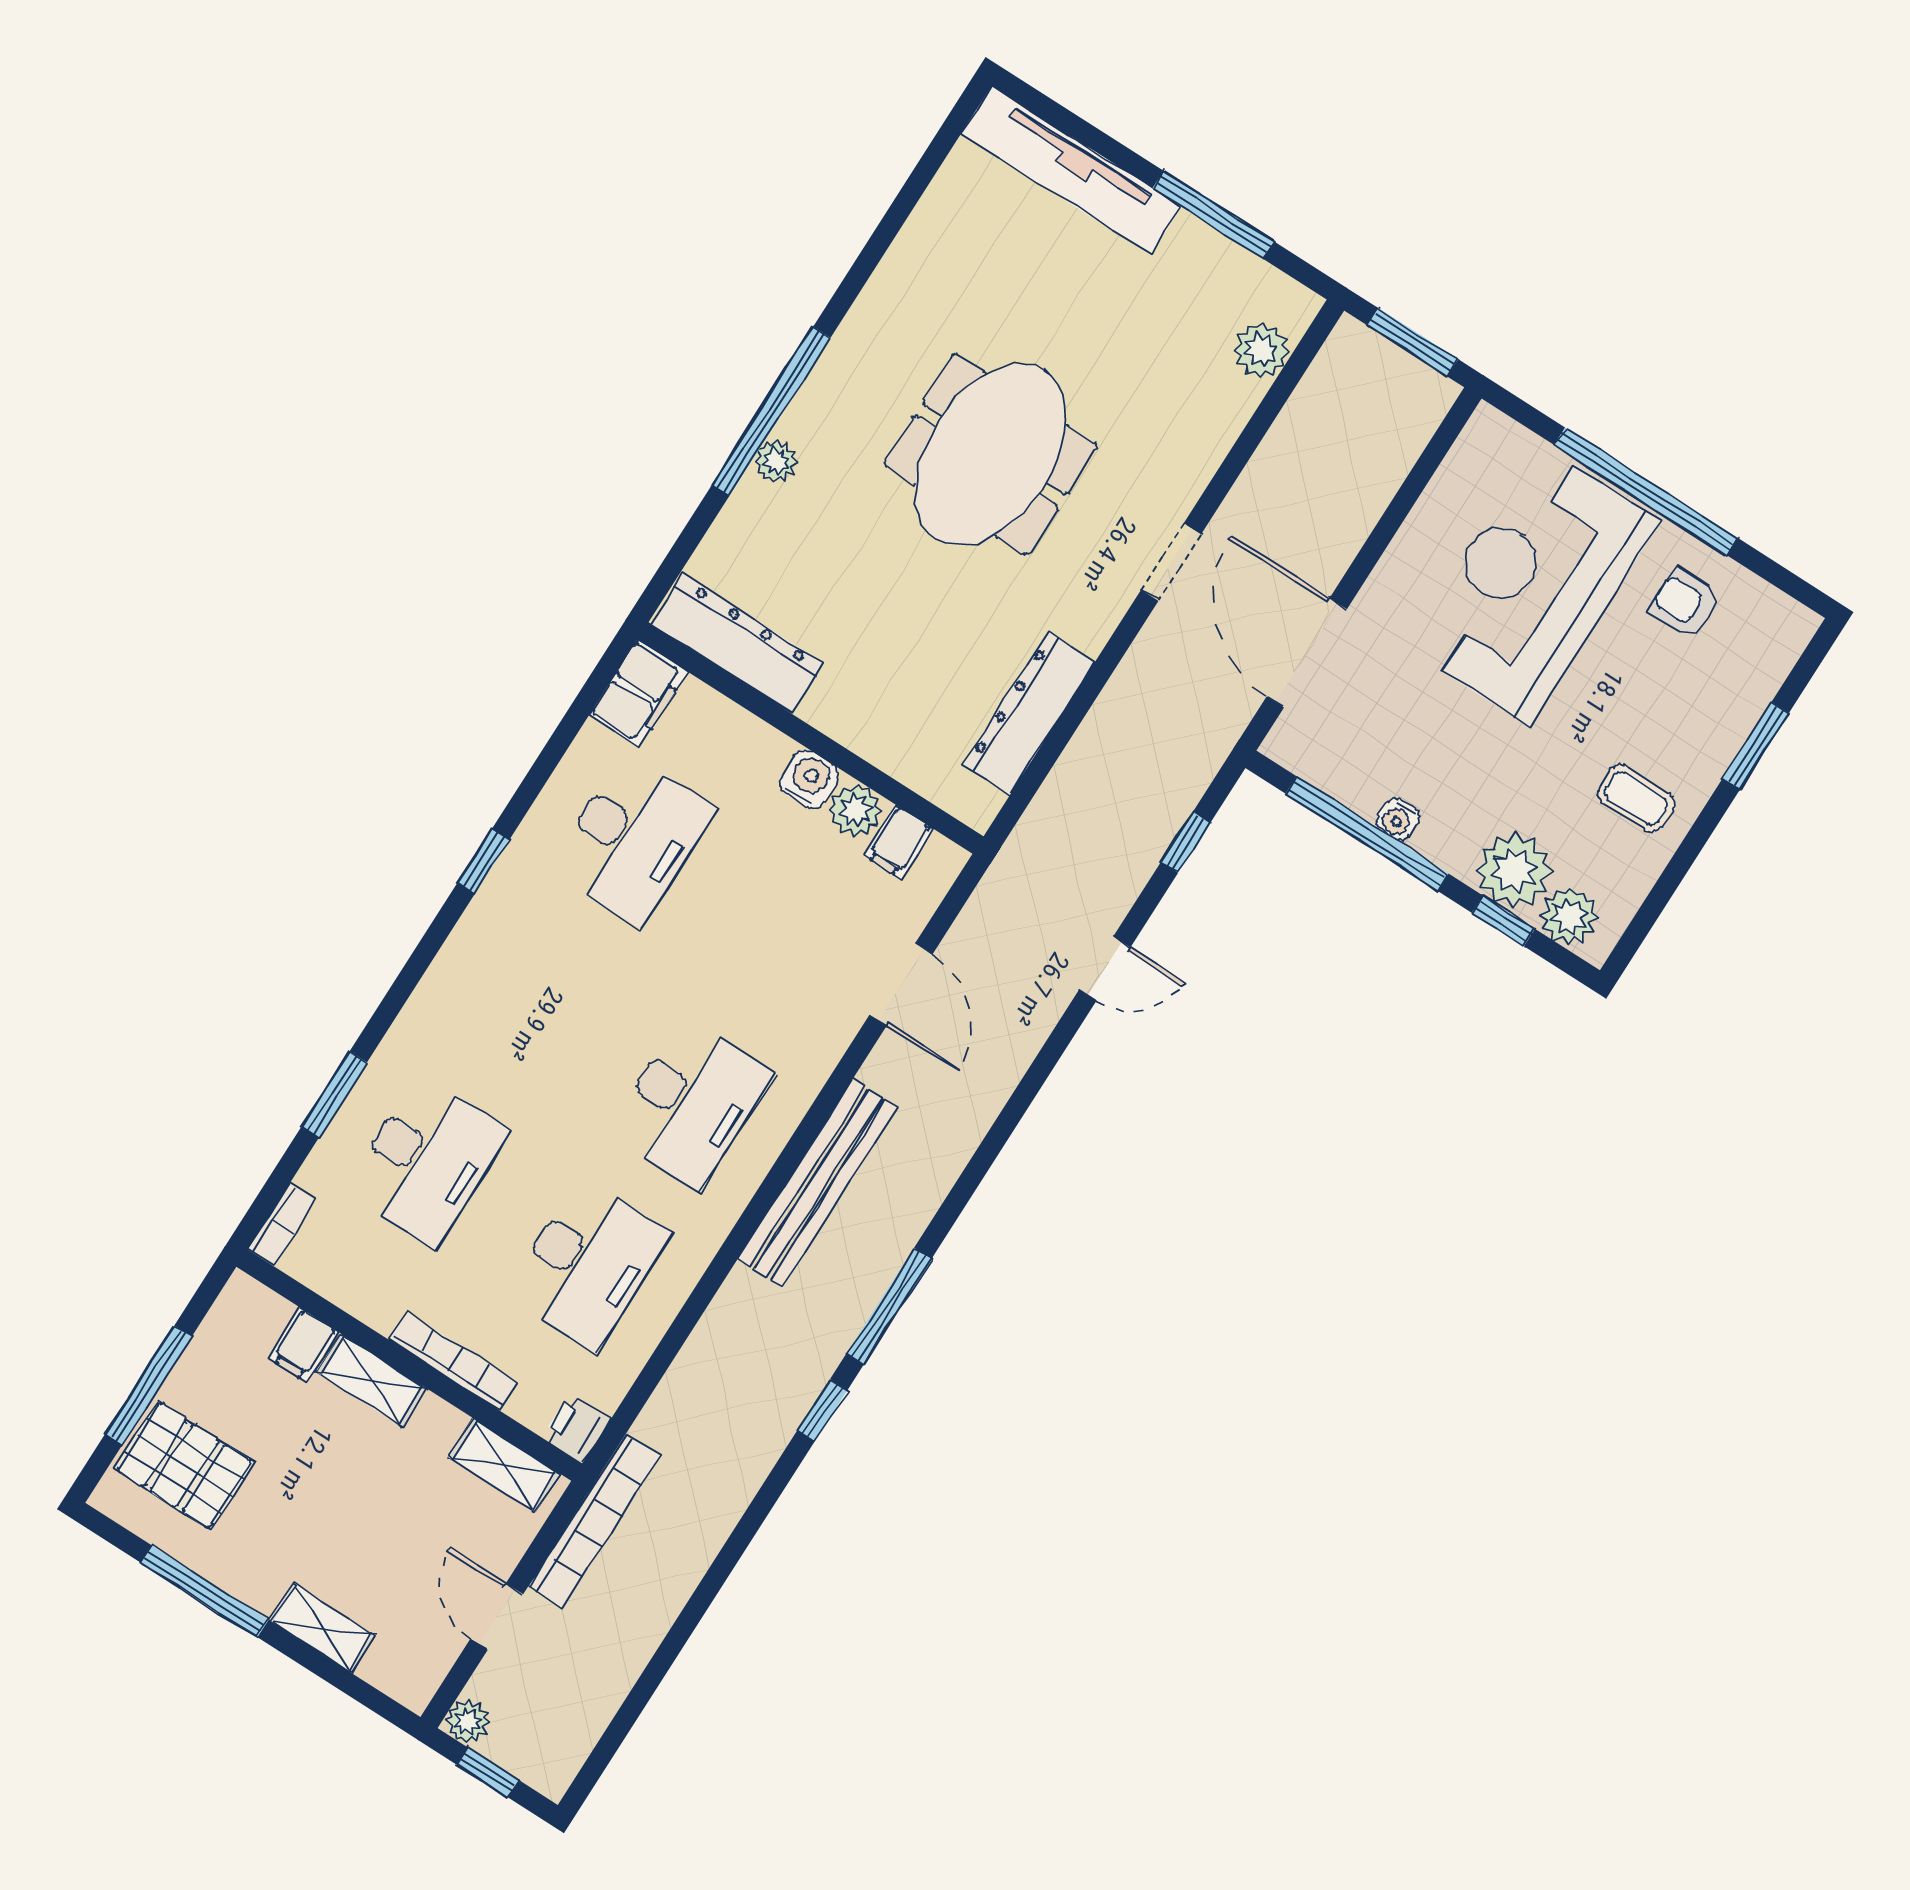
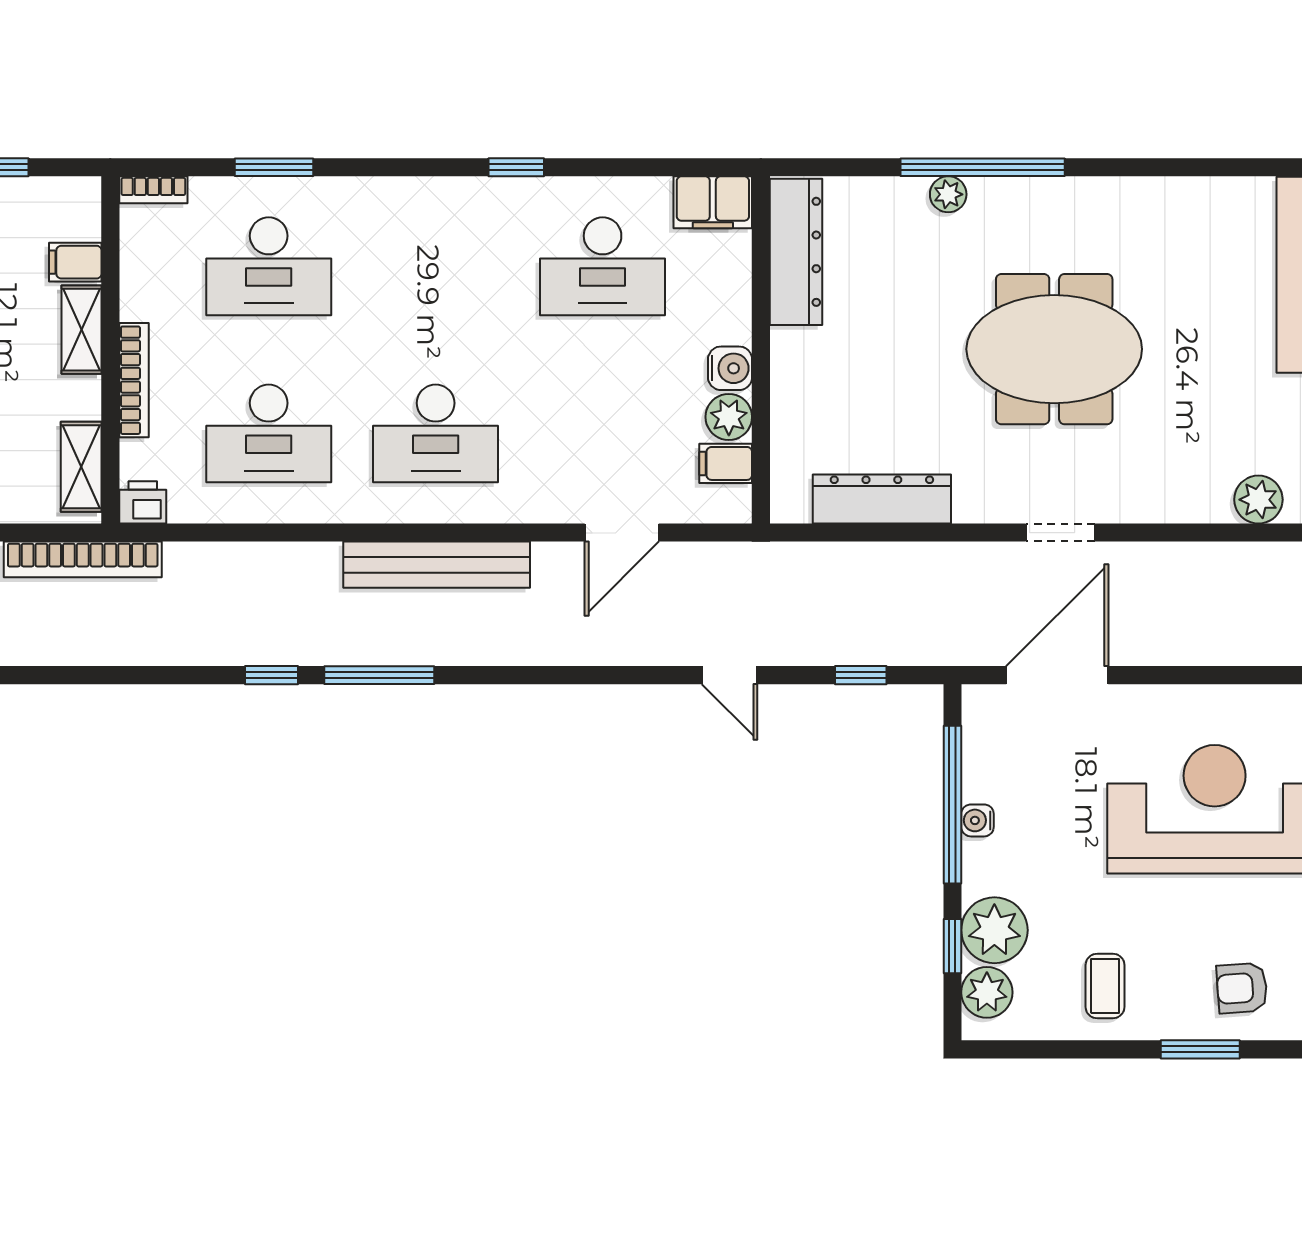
armchair: (1685, 604) -> (1242, 988), moved, turned -94

